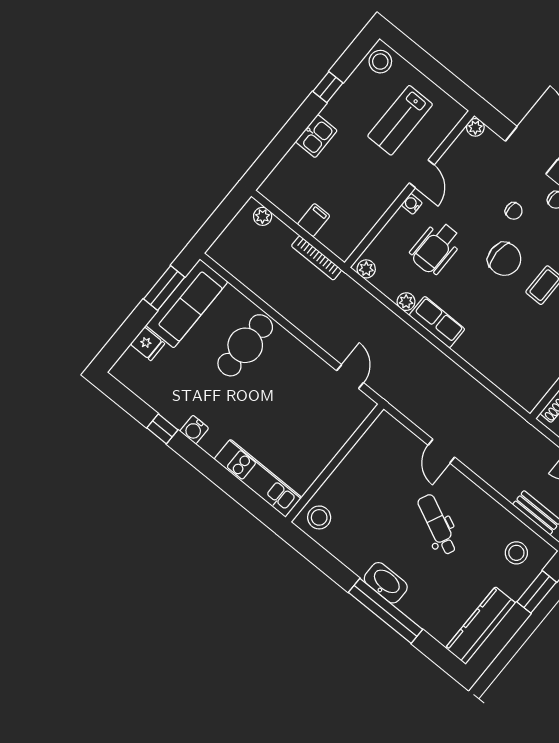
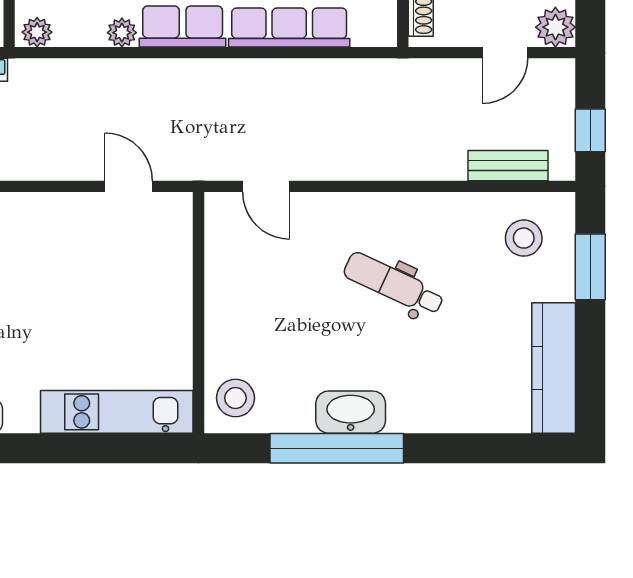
row of seats: (487, 364) -> (289, 28), added
door: (441, 451) -> (266, 186), moved
washbasin: (386, 583) -> (351, 412), moved
window: (385, 611) -> (337, 448), moved

